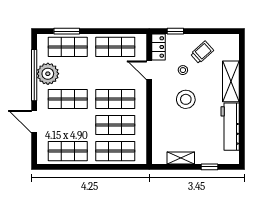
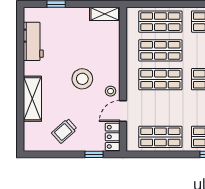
door: (149, 70) -> (123, 111), swing flipped
stool: (183, 70) -> (111, 91), moved
workbench: (230, 127) -> (33, 41), width x0.73
shelving: (181, 158) -> (105, 14), moved

